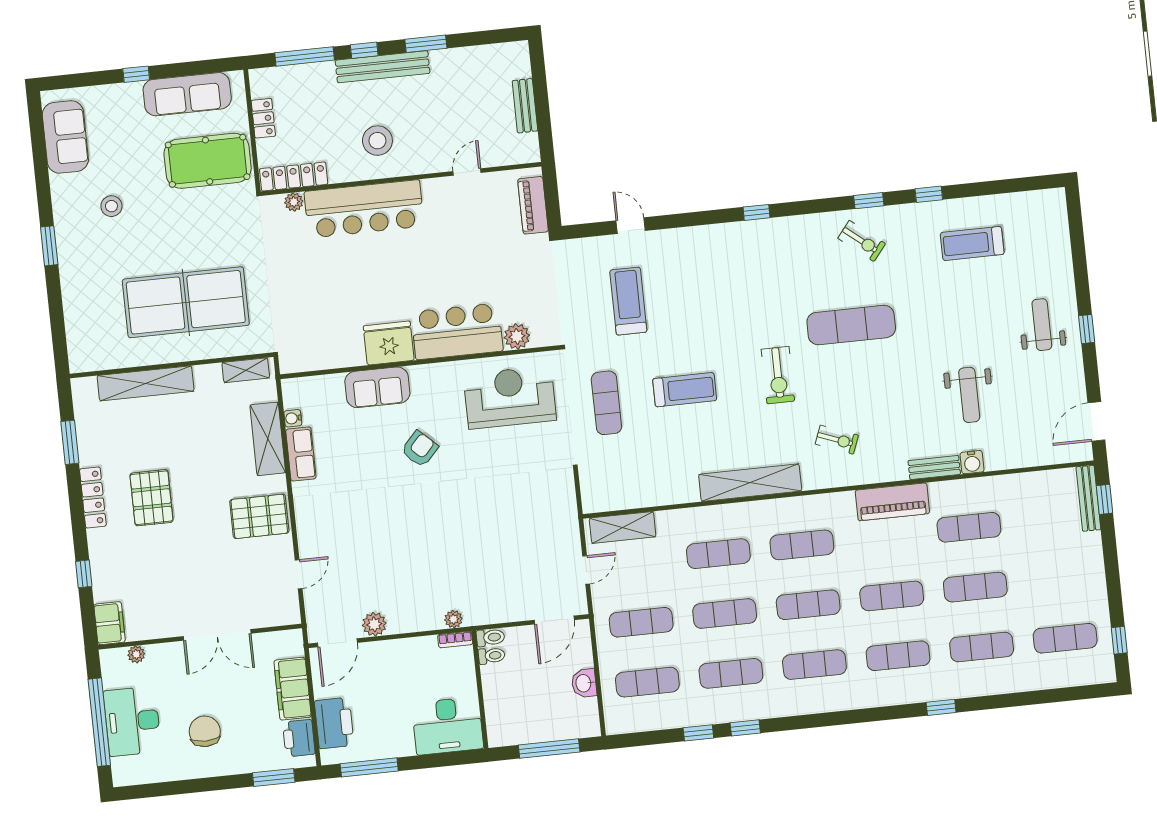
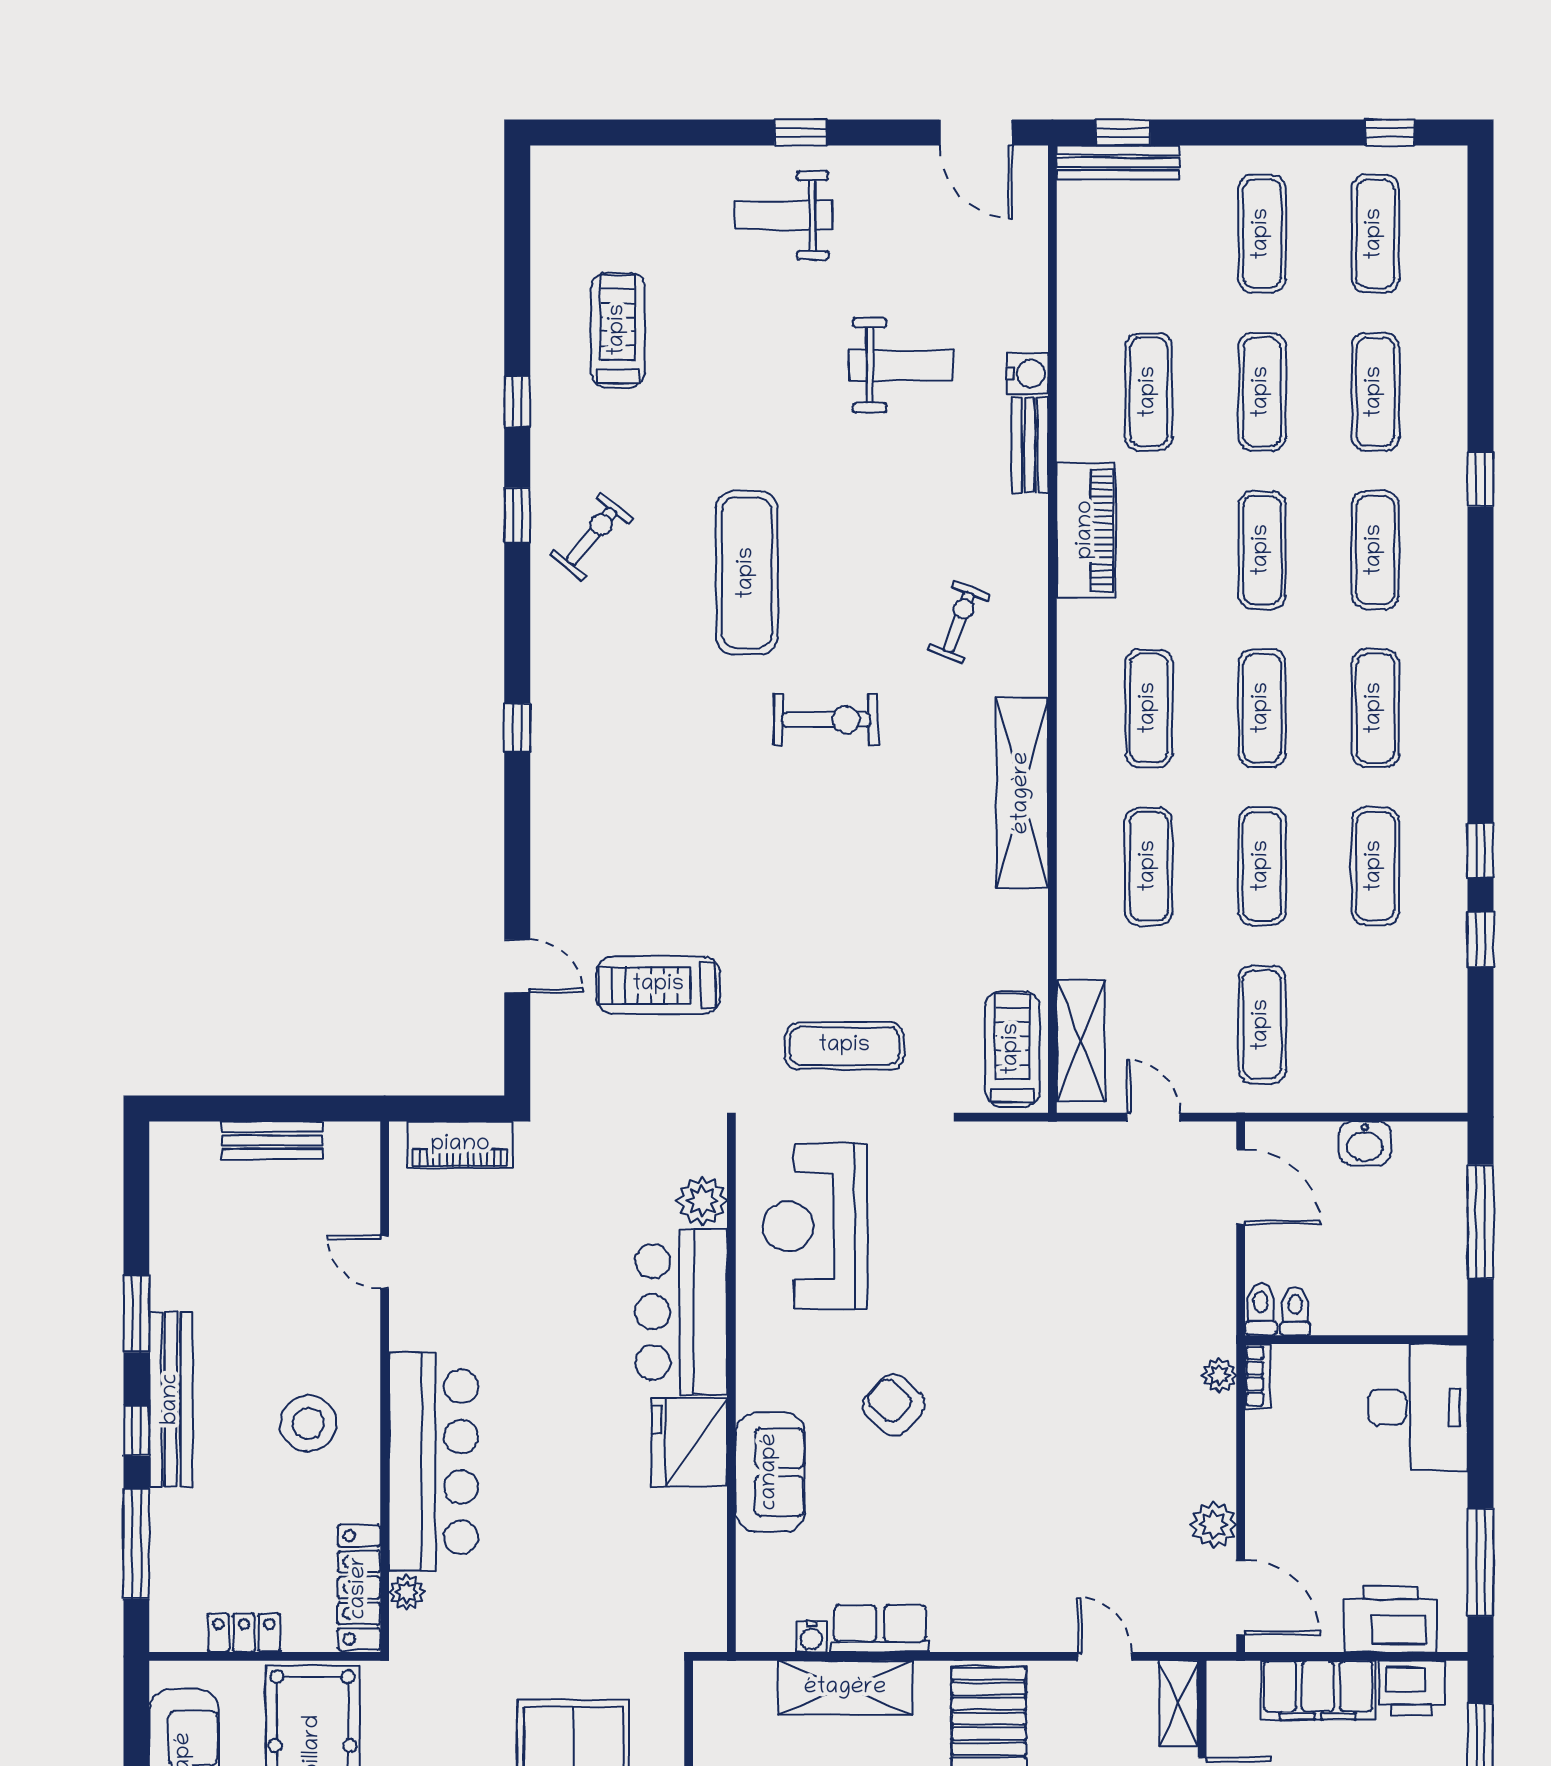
door: (631, 226) -> (517, 966), swing flipped
treadmill: (972, 243) -> (618, 330), turned 180
shelving: (246, 370) -> (1178, 1704), moved
treadmill: (685, 390) -> (1012, 1049), moved
exercise mat: (647, 682) -> (1262, 234), moved

